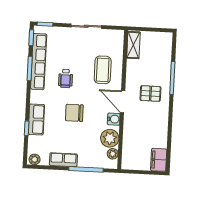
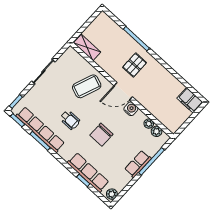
coffee table: (103, 70) -> (87, 86), turned -69
row of seats: (36, 119) -> (88, 172), width x1.48
plant: (110, 138) -> (149, 124), width x0.53, depth x0.53
row of seats: (63, 160) -> (138, 164), moved

